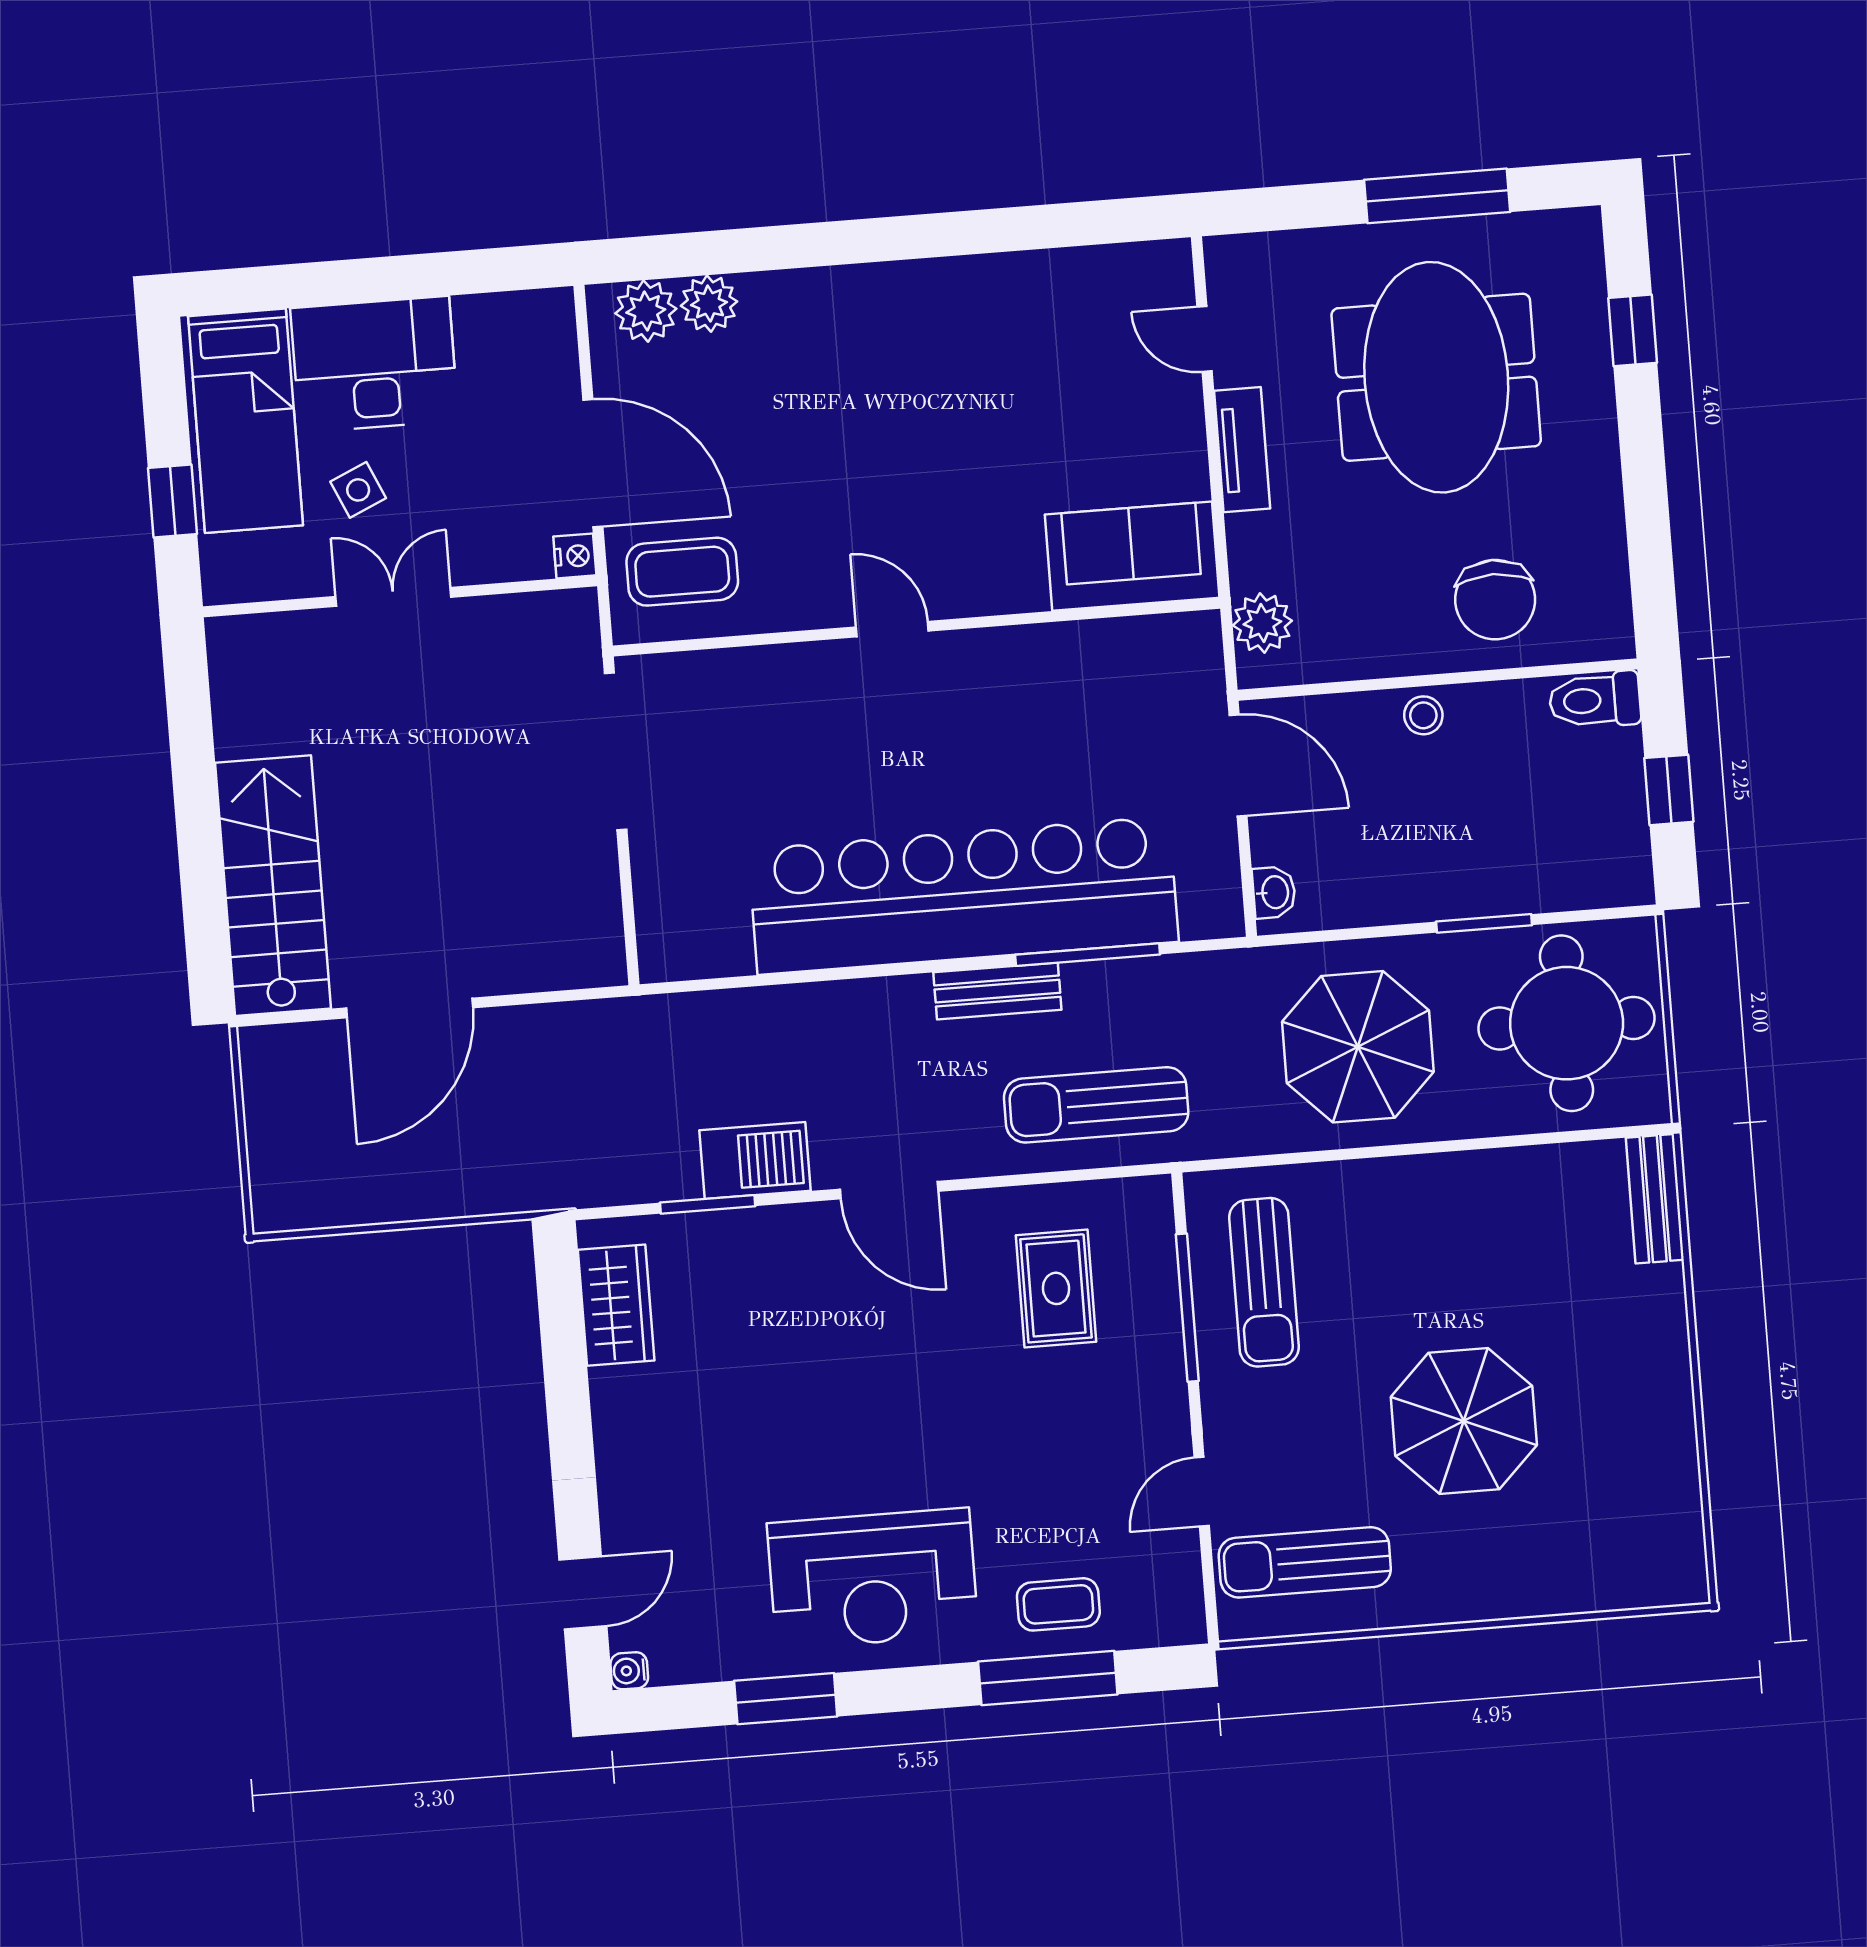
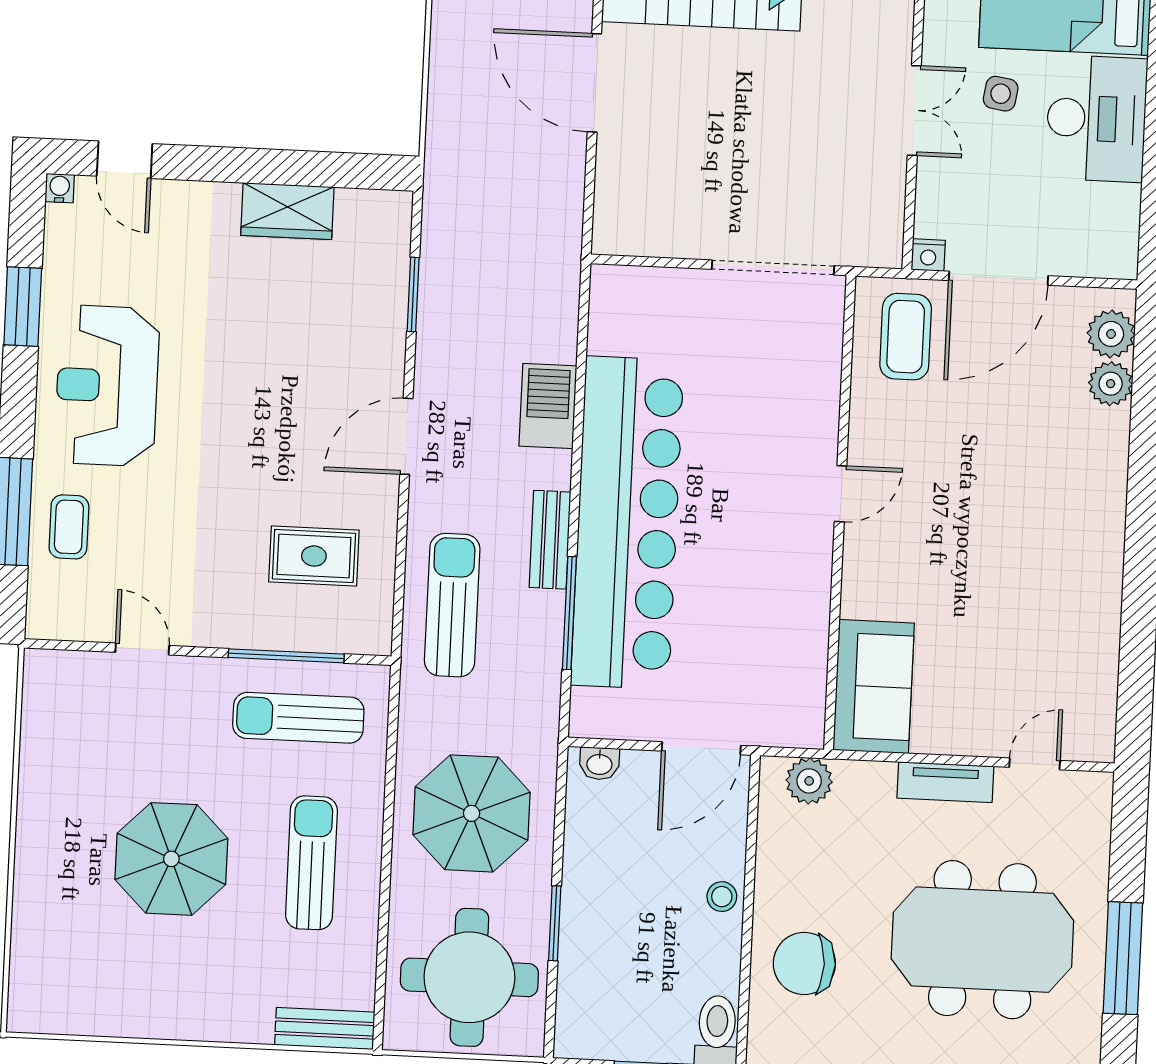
side table: (358, 490) -> (1001, 94), turned 33
barbecue: (755, 1160) -> (548, 406), moved, turned 180
wardrobe: (616, 1305) -> (287, 211), moved
sun lounger: (1305, 1562) -> (311, 863), moved

